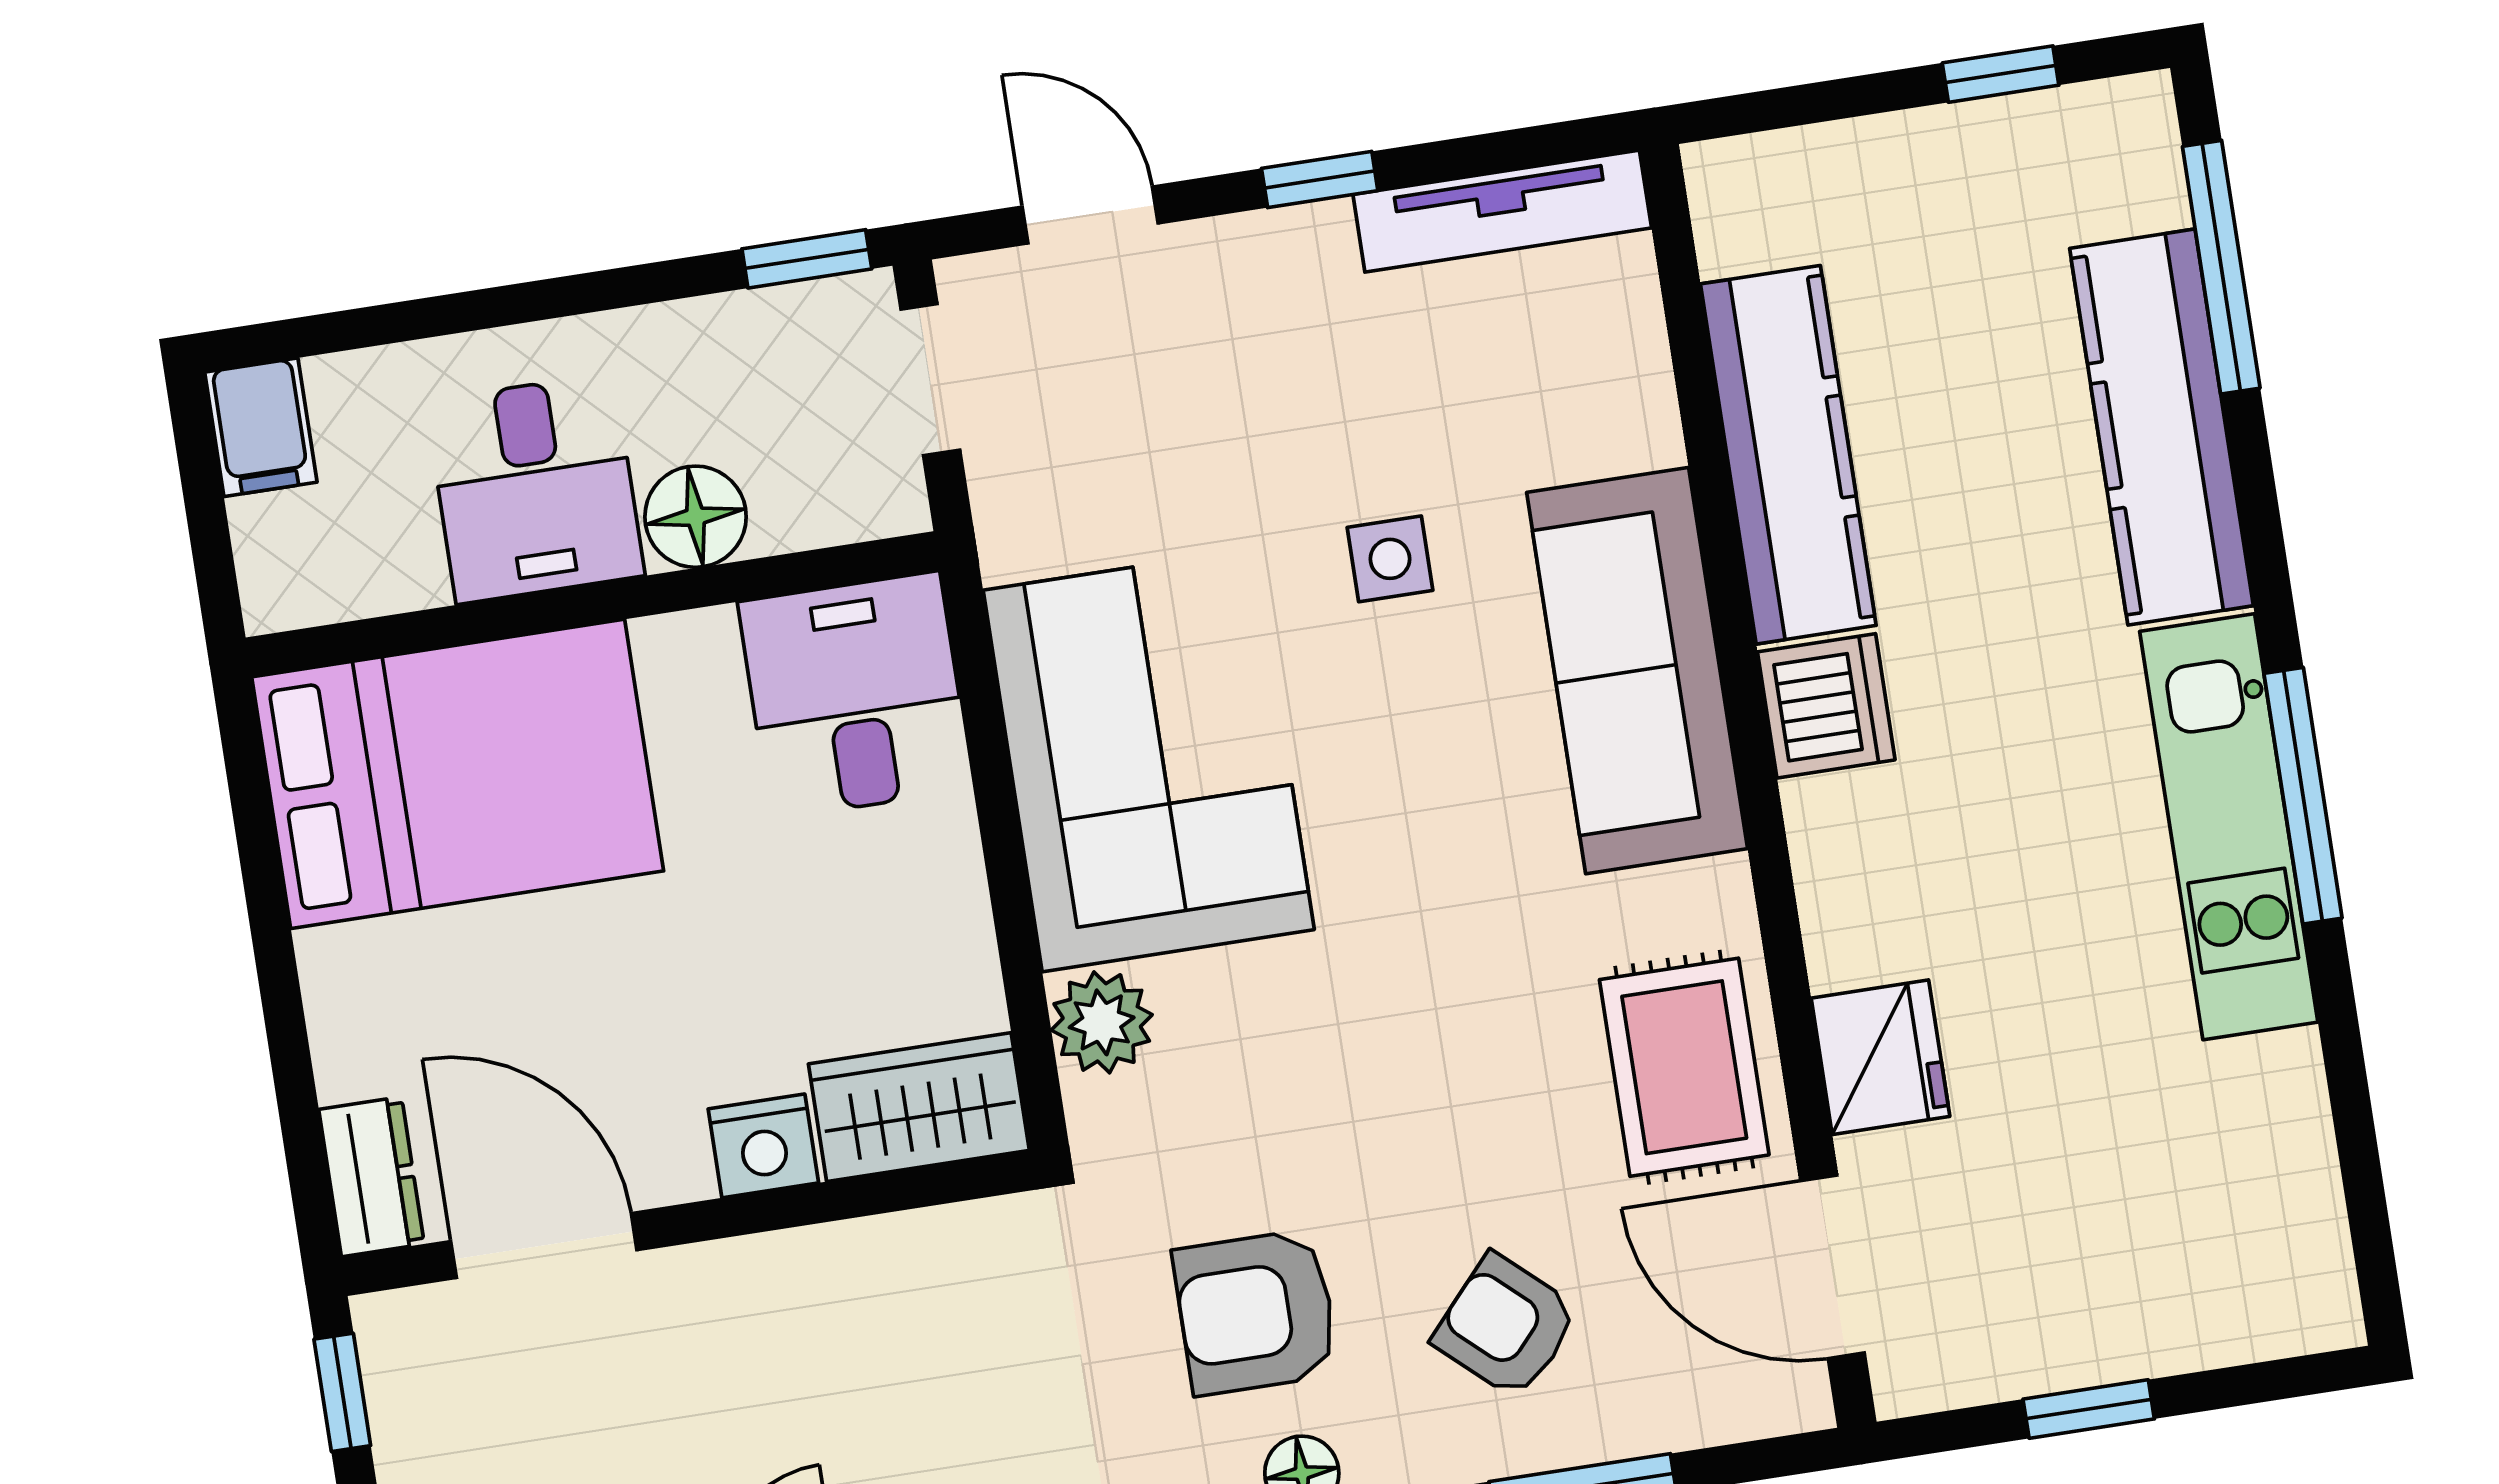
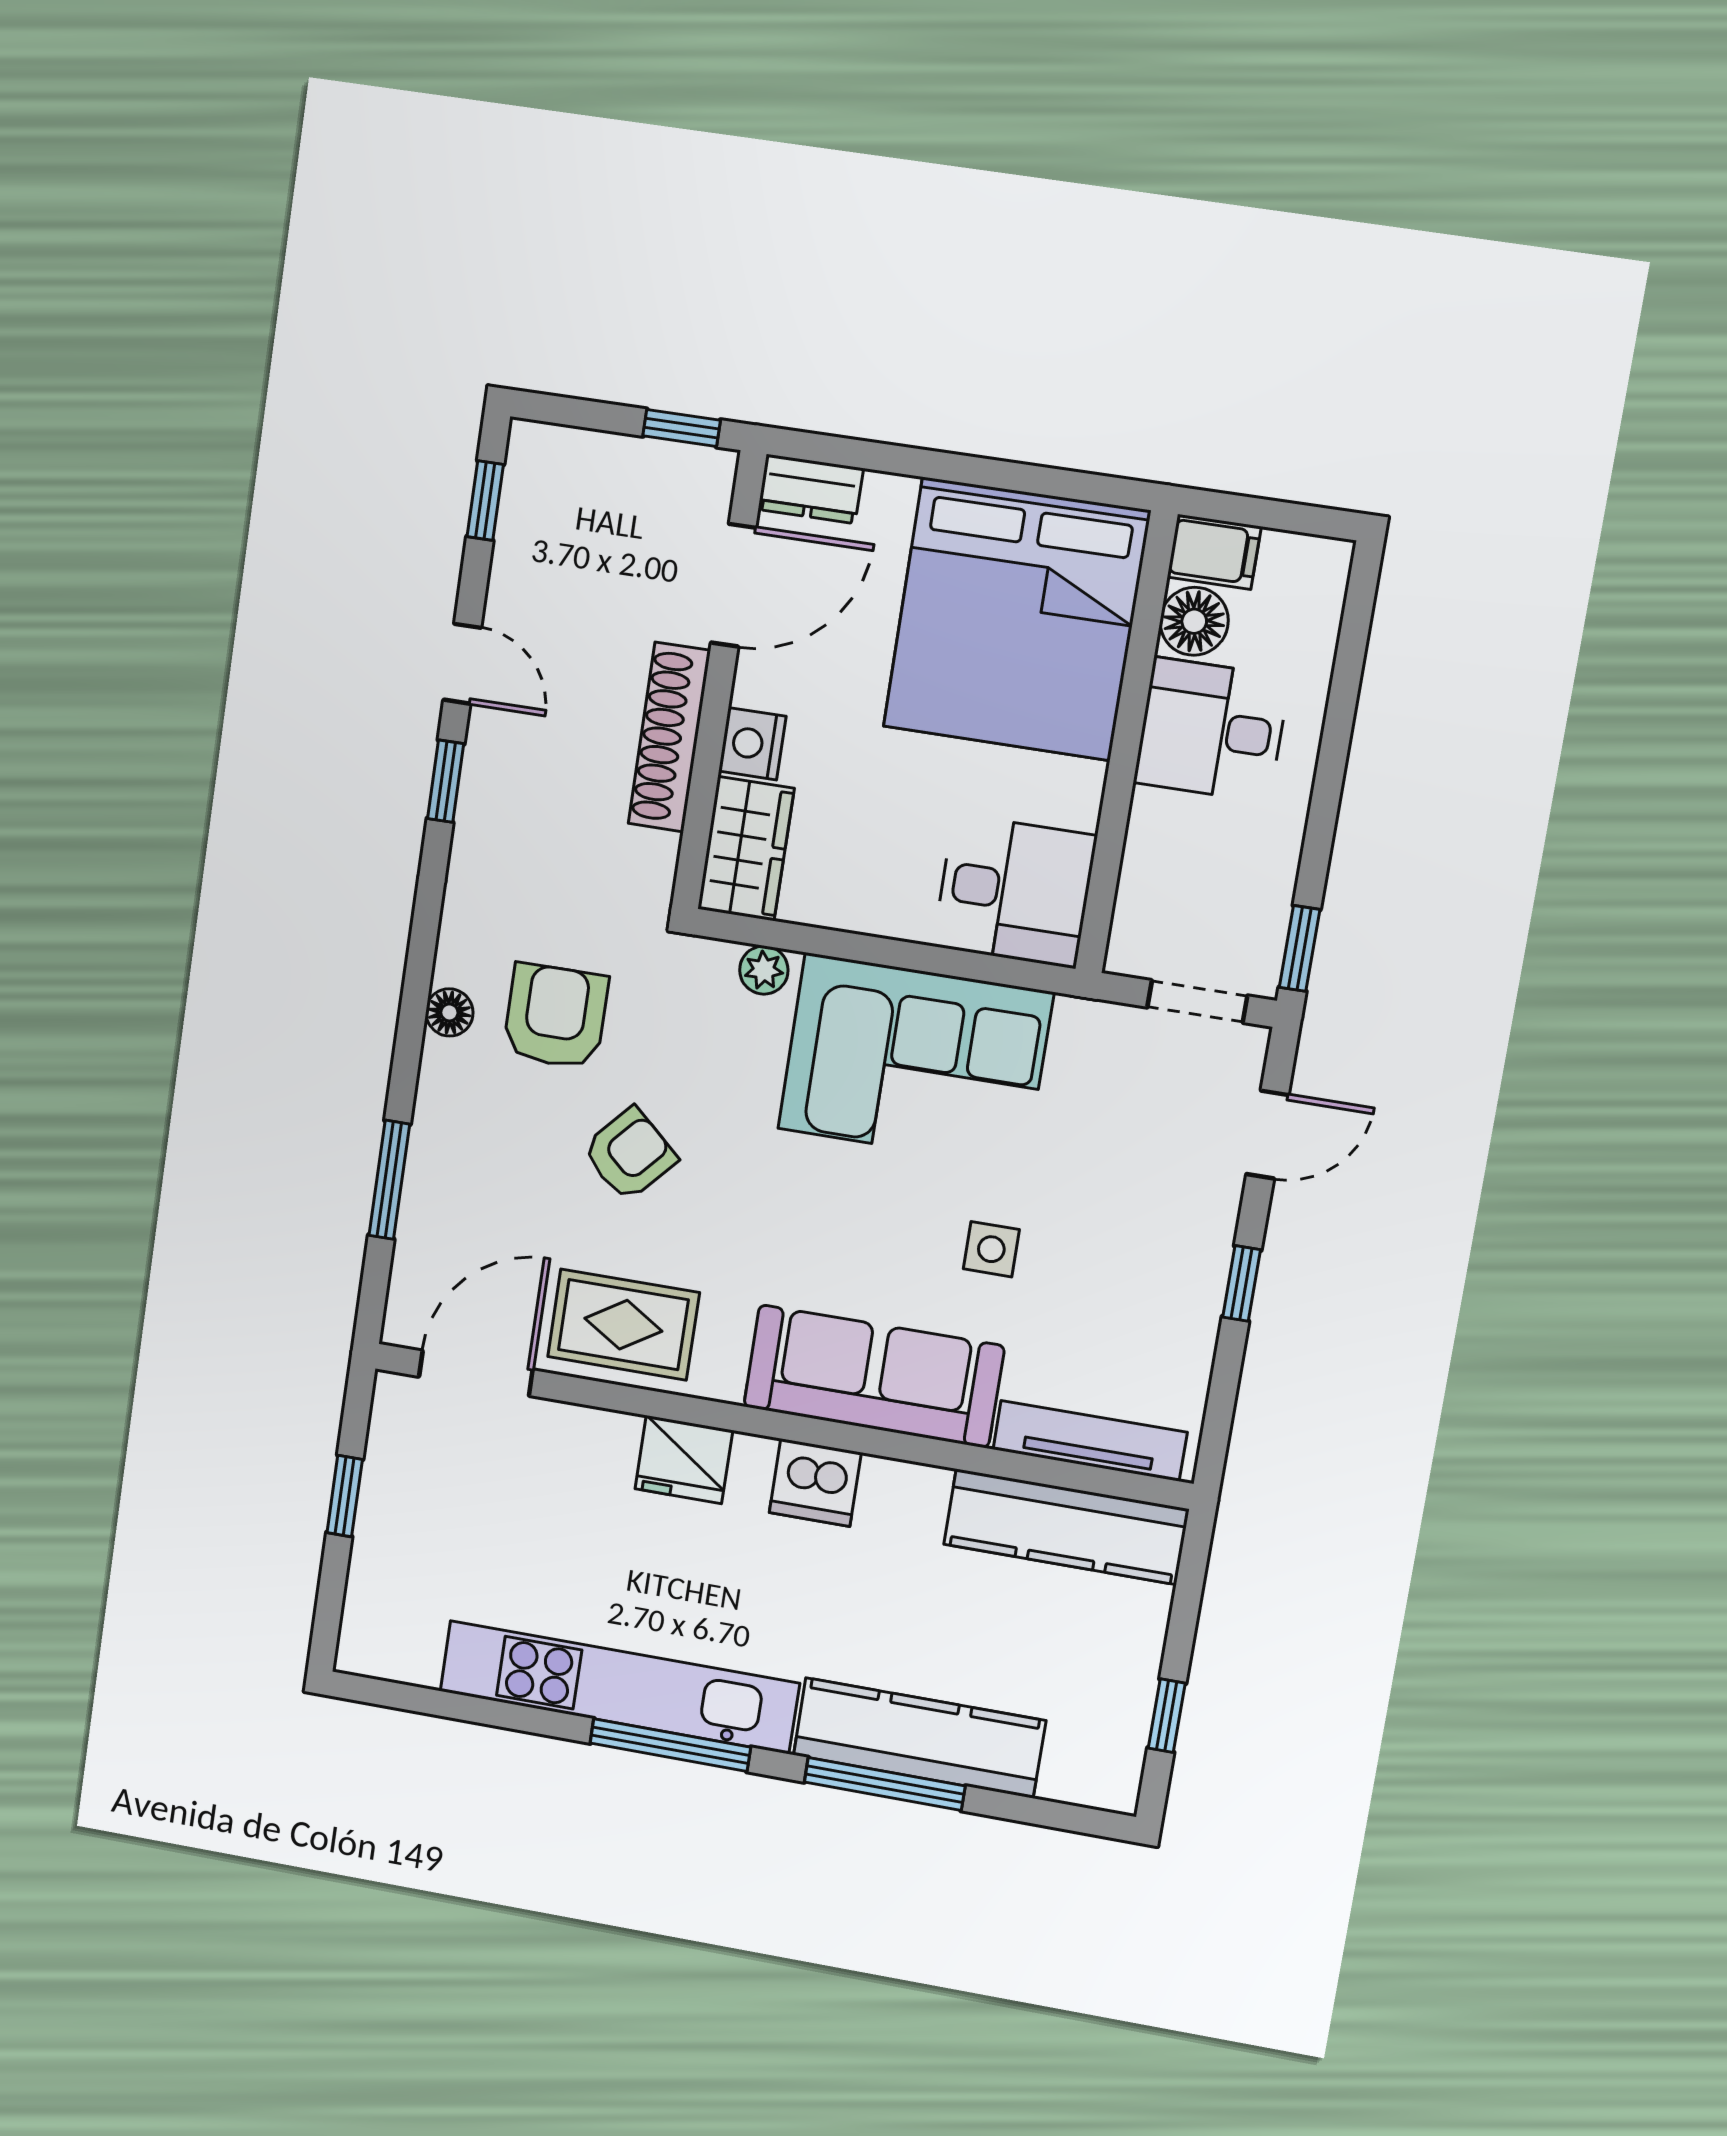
tv unit: (1502, 211) -> (1090, 1441), moved, turned 90
window: (2221, 267) -> (885, 1784), moved
filing cabinet: (261, 427) -> (1214, 552), moved, turned 180
kitchen counter: (1788, 455) -> (1066, 1527), moved
floor lamp: (696, 517) -> (1194, 621), moved
bed: (458, 774) -> (1016, 619), width x1.36
kitchen unit: (2229, 827) -> (619, 1687), width x1.36
plant: (1102, 1022) -> (764, 970), width x0.73, depth x0.73
fridge: (1880, 1057) -> (684, 1460), moved
shoe rack: (792, 1271) -> (669, 737), added
armchair: (1506, 1326) -> (630, 1154), moved

